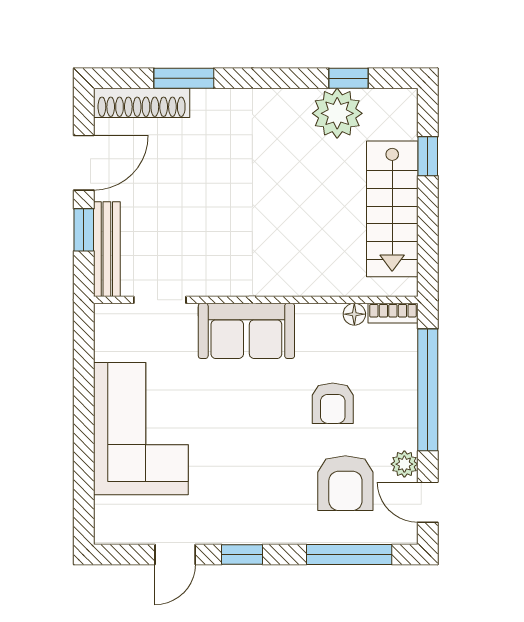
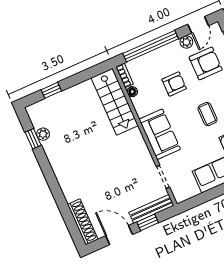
window: (184, 78) -> (64, 209), removed
plant: (337, 113) -> (43, 134), width x0.53, depth x0.53
stairs: (392, 209) -> (115, 102), moved, turned 90
coffee table: (244, 442) -> (207, 114), added

